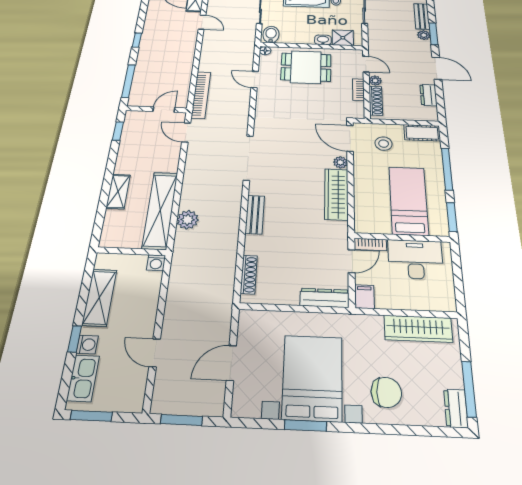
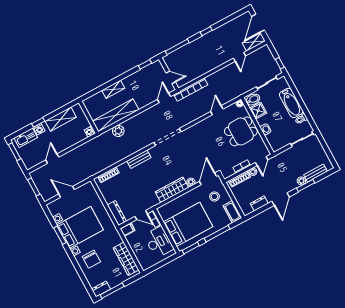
shower: (343, 38) -> (258, 111), moved
dining table: (306, 67) -> (241, 131), turned 90
bed: (408, 201) -> (188, 224), width x1.50

